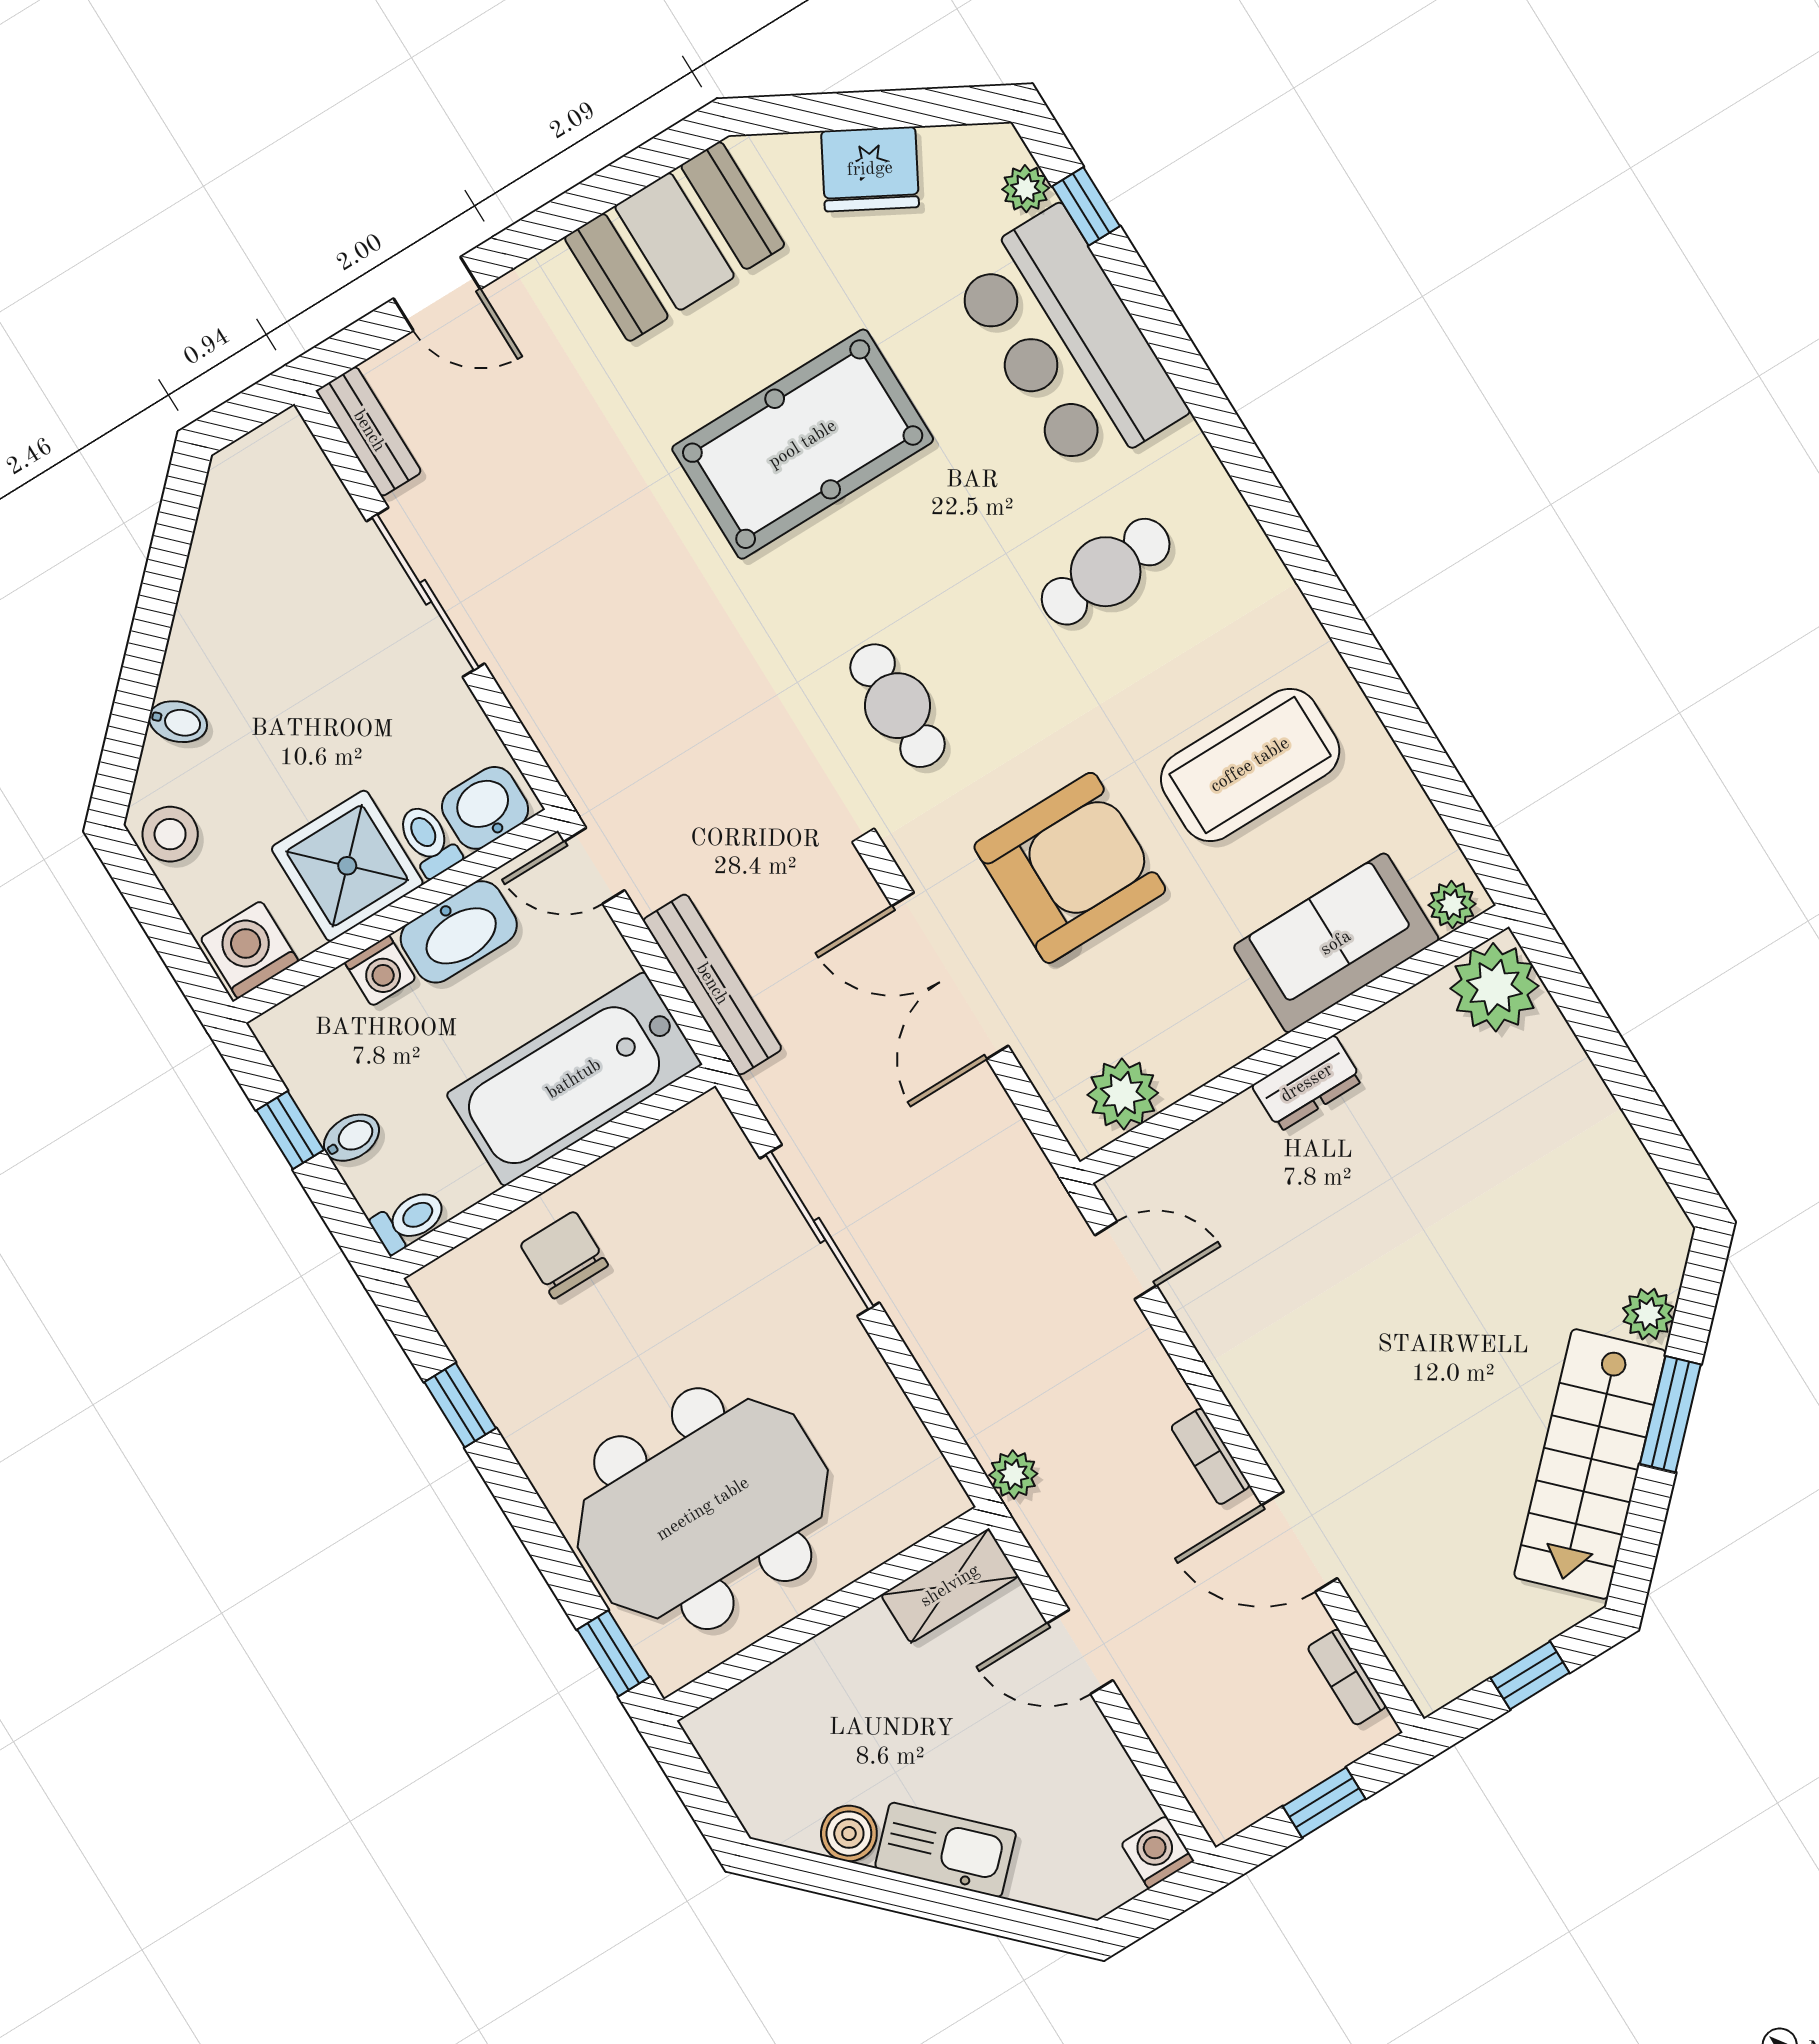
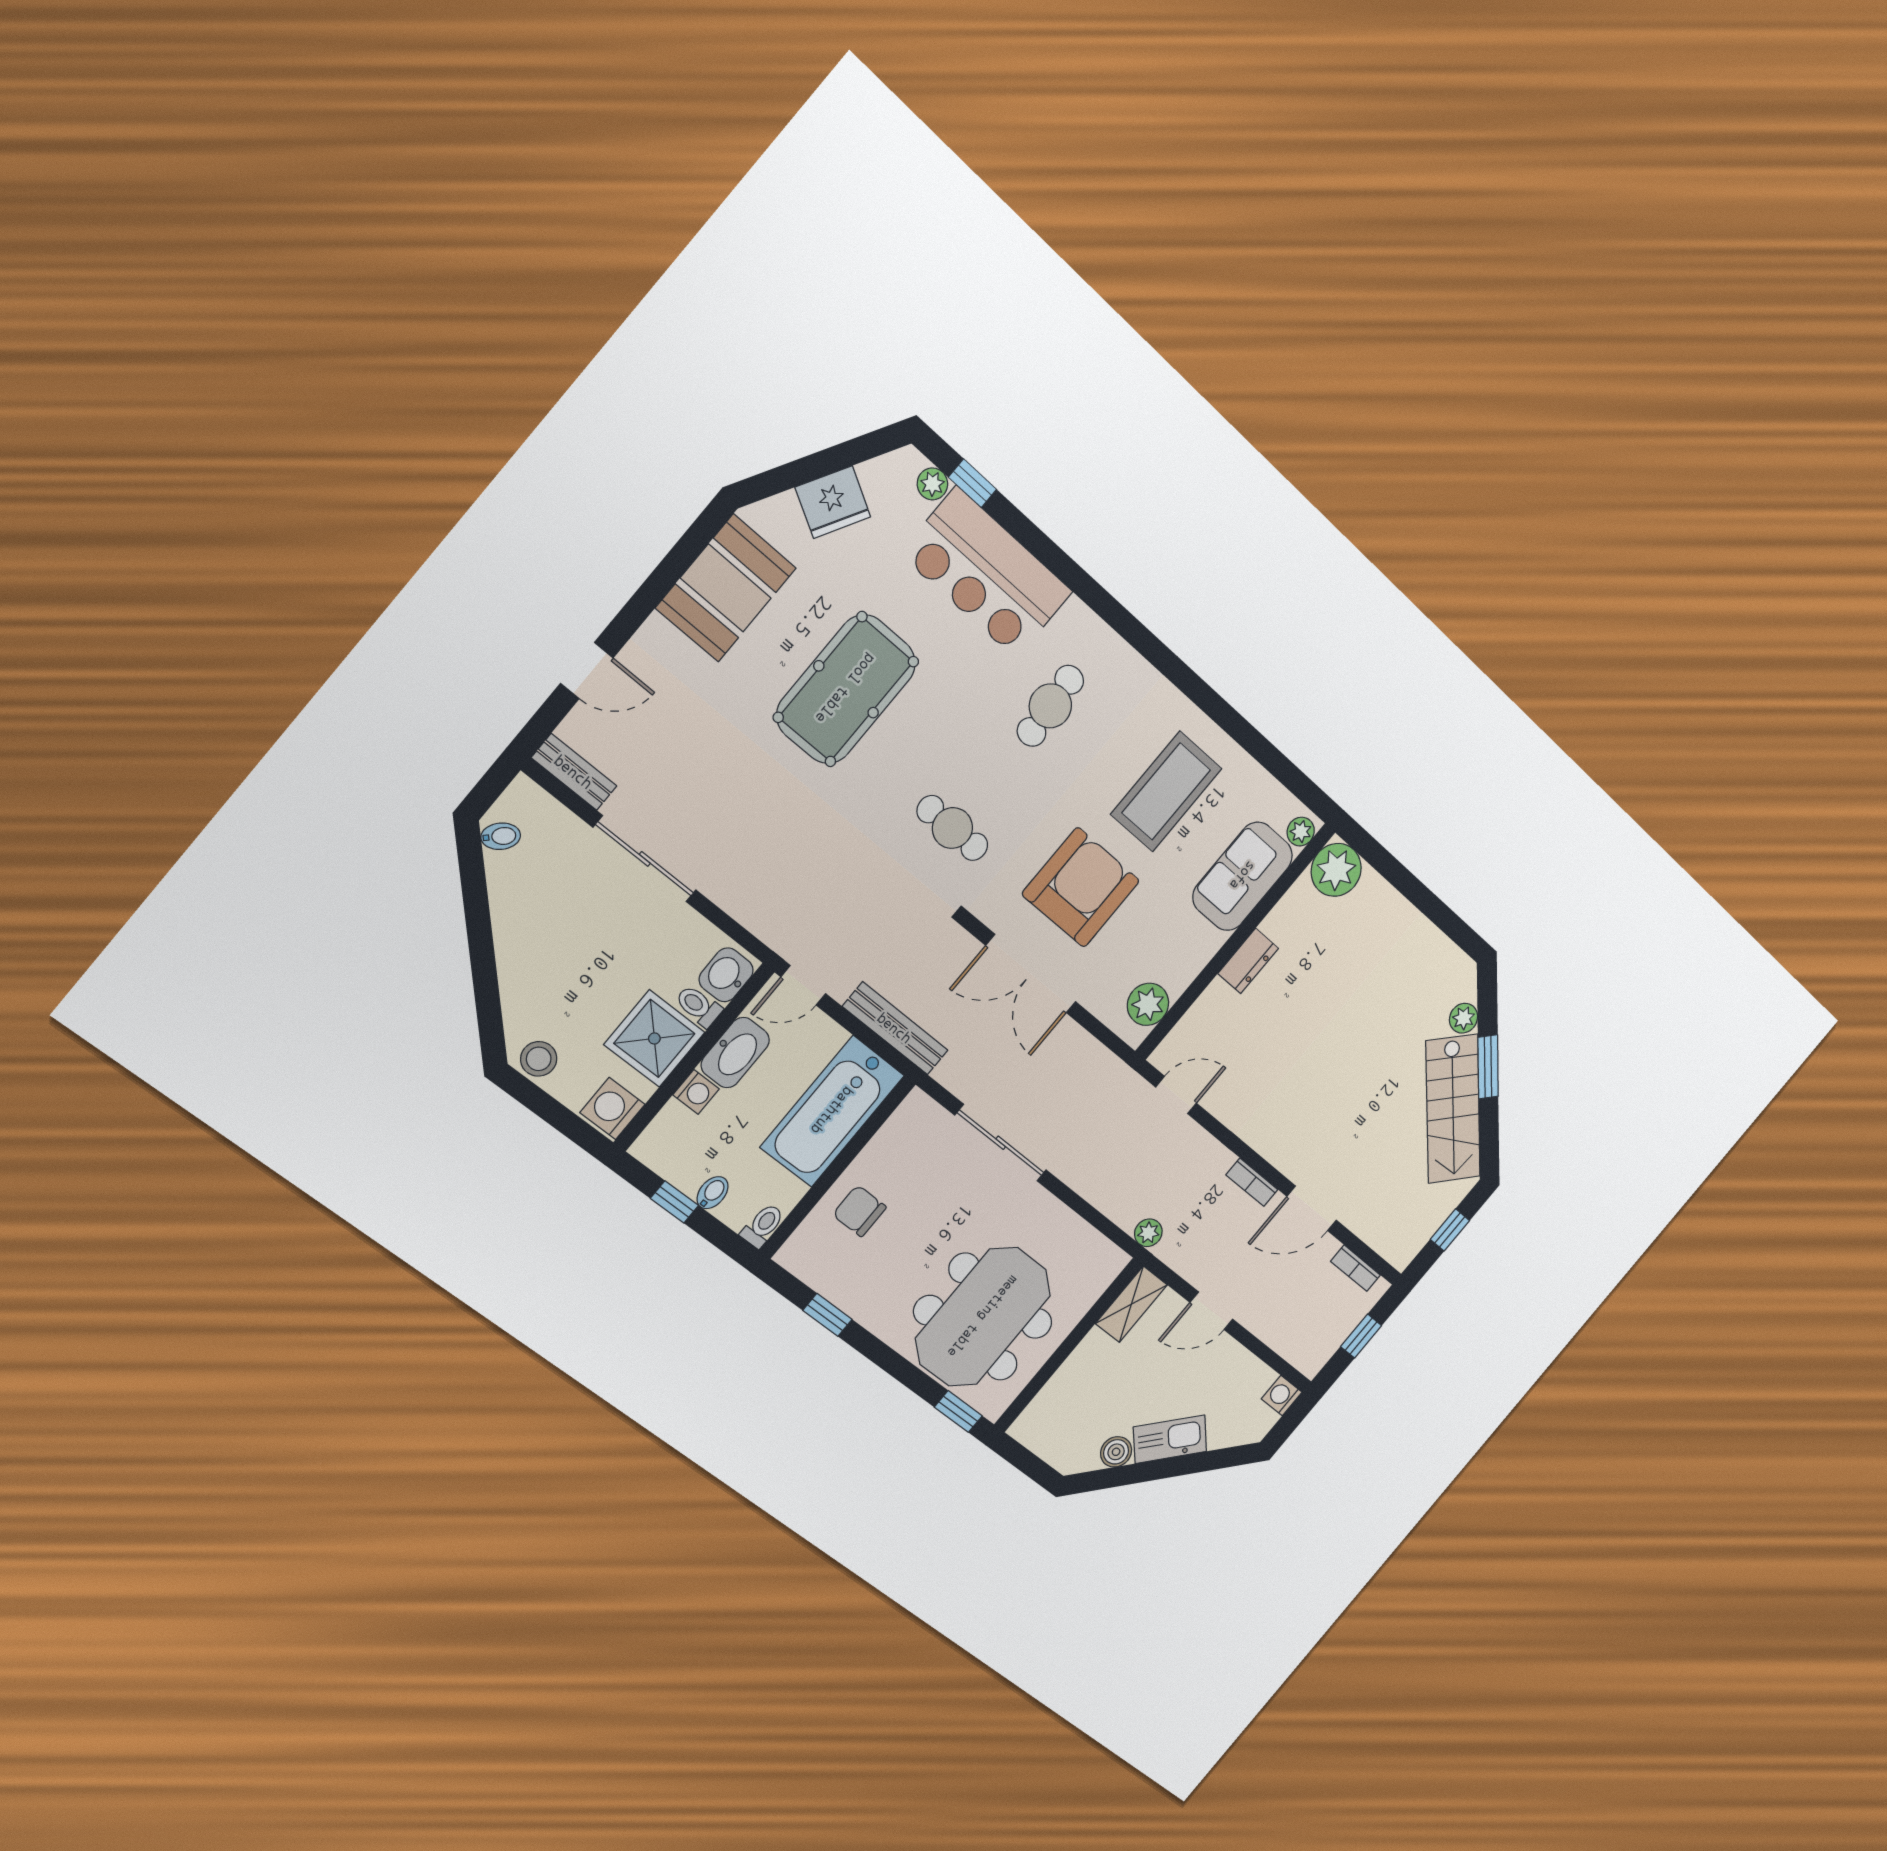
bidet: (178, 722) -> (501, 836), moved

